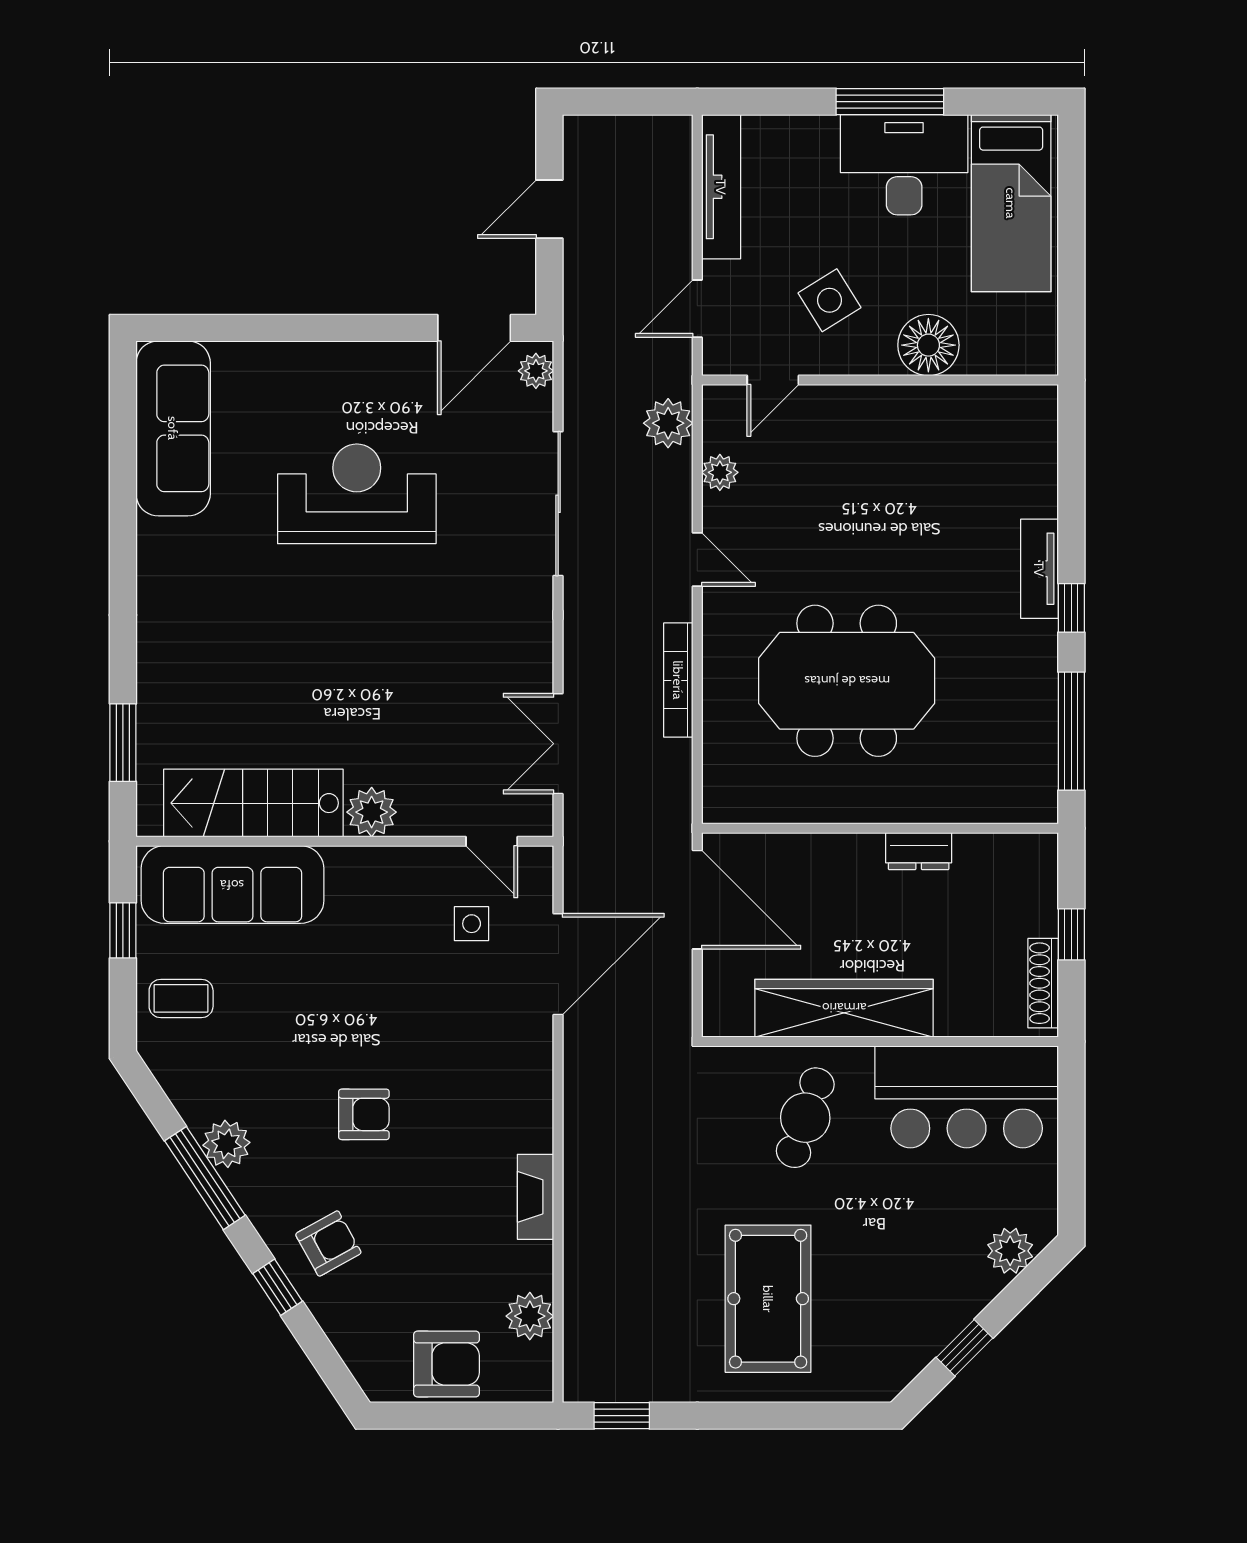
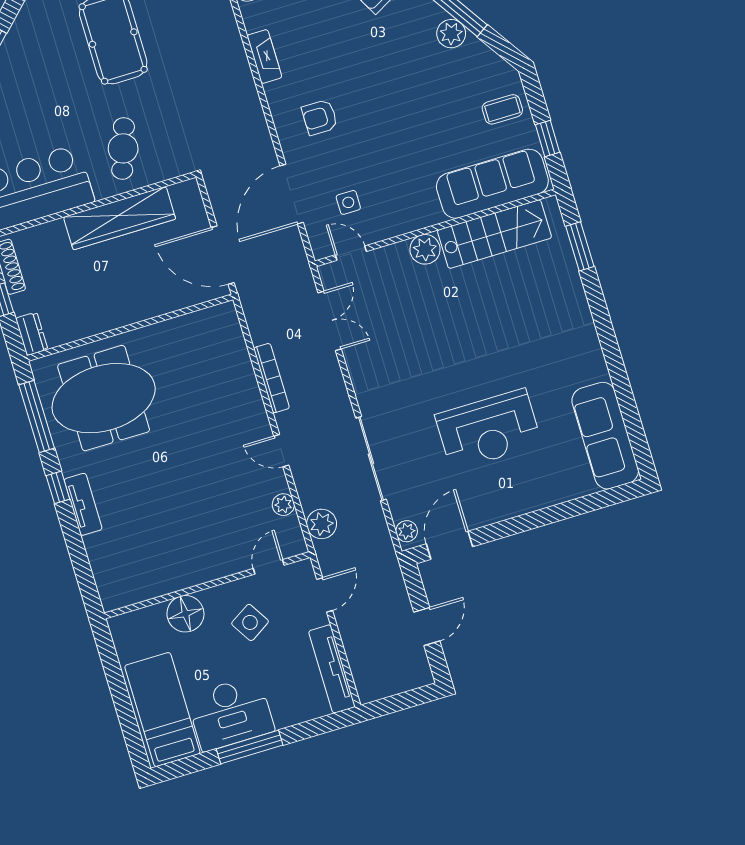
meeting table: (847, 681) -> (104, 398), moved
dresser: (919, 851) -> (32, 334), moved, turned 90
armchair: (364, 1114) -> (320, 117), moved

